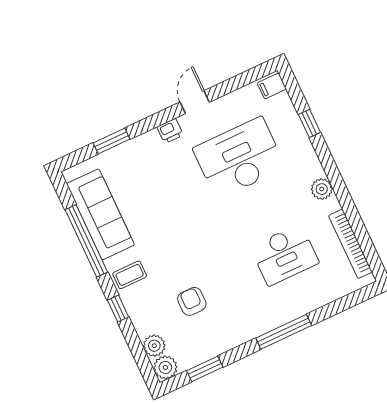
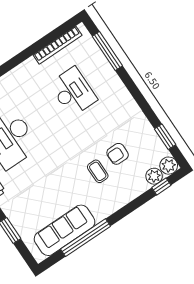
plant: (322, 189) -> (21, 72), removed
coffee table: (130, 275) -> (98, 171), moved
window: (118, 309) -> (161, 186), moved
window: (284, 332) -> (107, 51), moved

